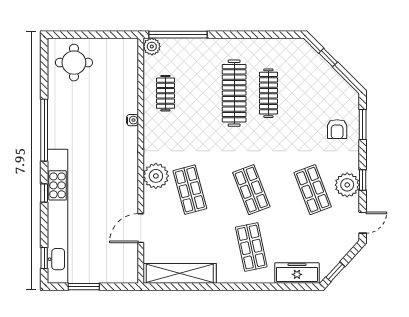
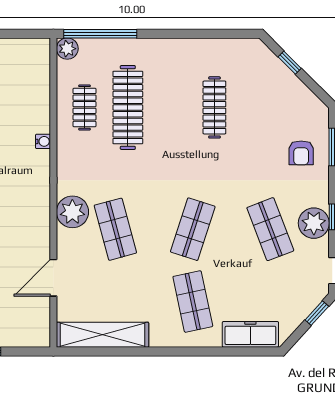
clothes rail: (234, 93) -> (128, 107), moved
shop shelf: (251, 190) -> (193, 229), turned 39
window: (335, 272) -> (317, 313), moved

